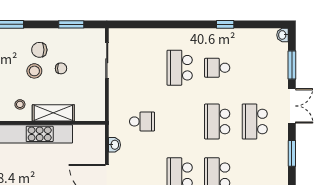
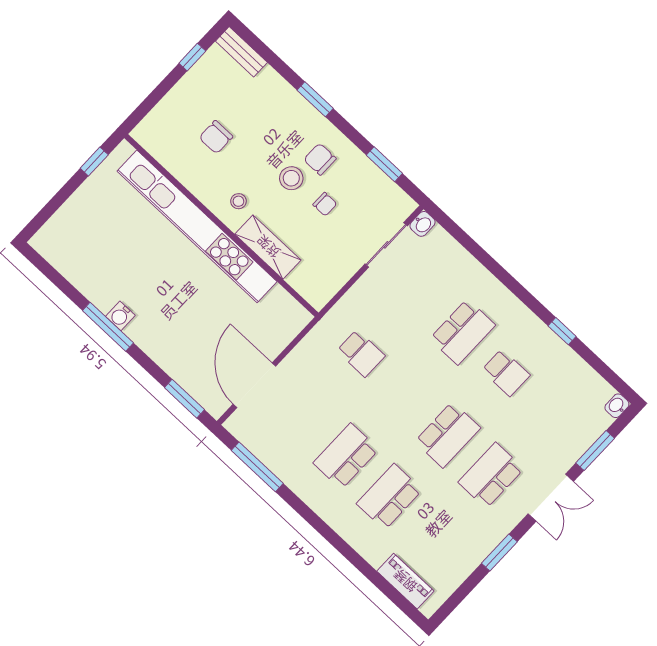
school desk: (180, 68) -> (463, 332), turned 180
school desk: (217, 68) -> (506, 373), turned 180
school desk: (217, 121) -> (448, 435), turned 180
washbasin: (114, 145) -> (423, 224), moved

